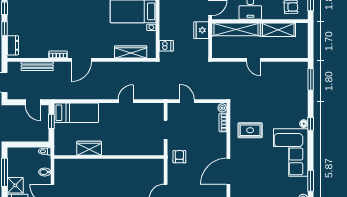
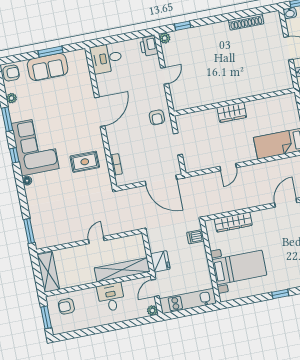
shelving: (278, 30) -> (48, 272), moved, turned 90
door: (253, 60) -> (96, 240), hinge flipped
door: (187, 101) -> (161, 180), width x1.88
plant: (222, 108) -> (120, 180), removed
window: (311, 124) -> (14, 155), moved
wardrobe: (89, 148) -> (232, 112), moved

